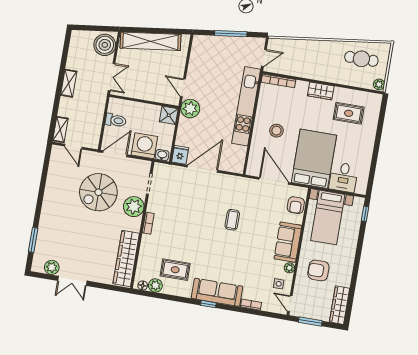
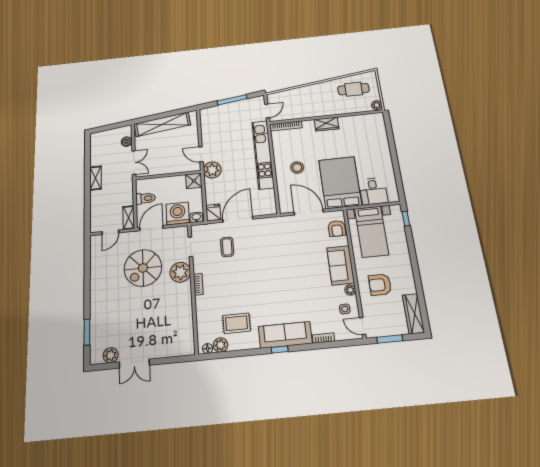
boiler: (105, 45) -> (127, 142), width x0.54, depth x0.54
rug: (349, 113) -> (358, 136), removed
shelving: (60, 130) -> (129, 218), moved
door: (73, 147) -> (110, 232), hinge flipped
coffee table: (232, 220) -> (227, 247), moved
wardrobe: (126, 259) -> (184, 325), removed

